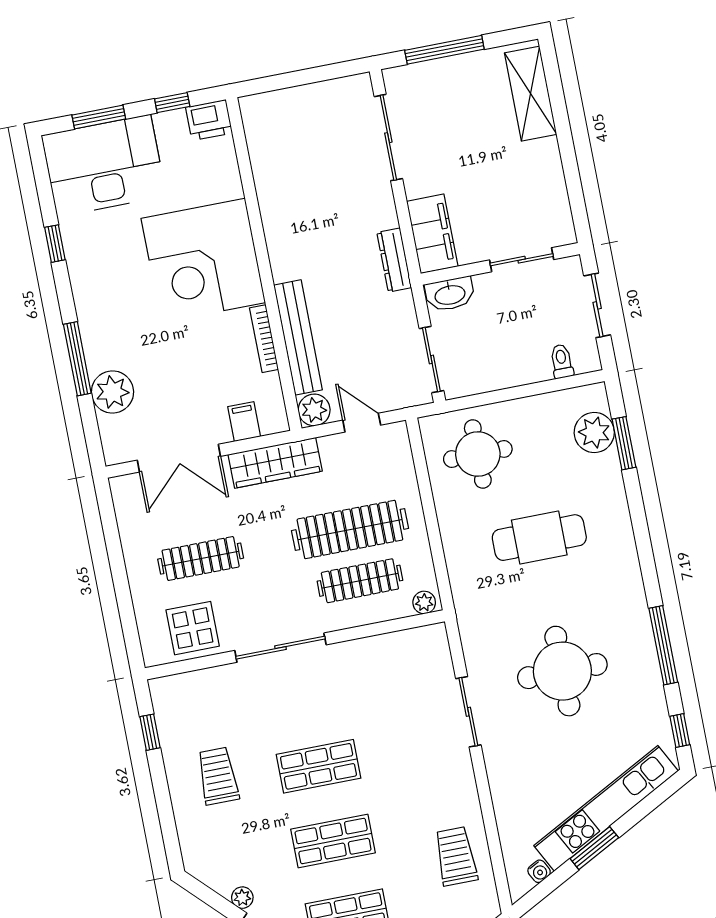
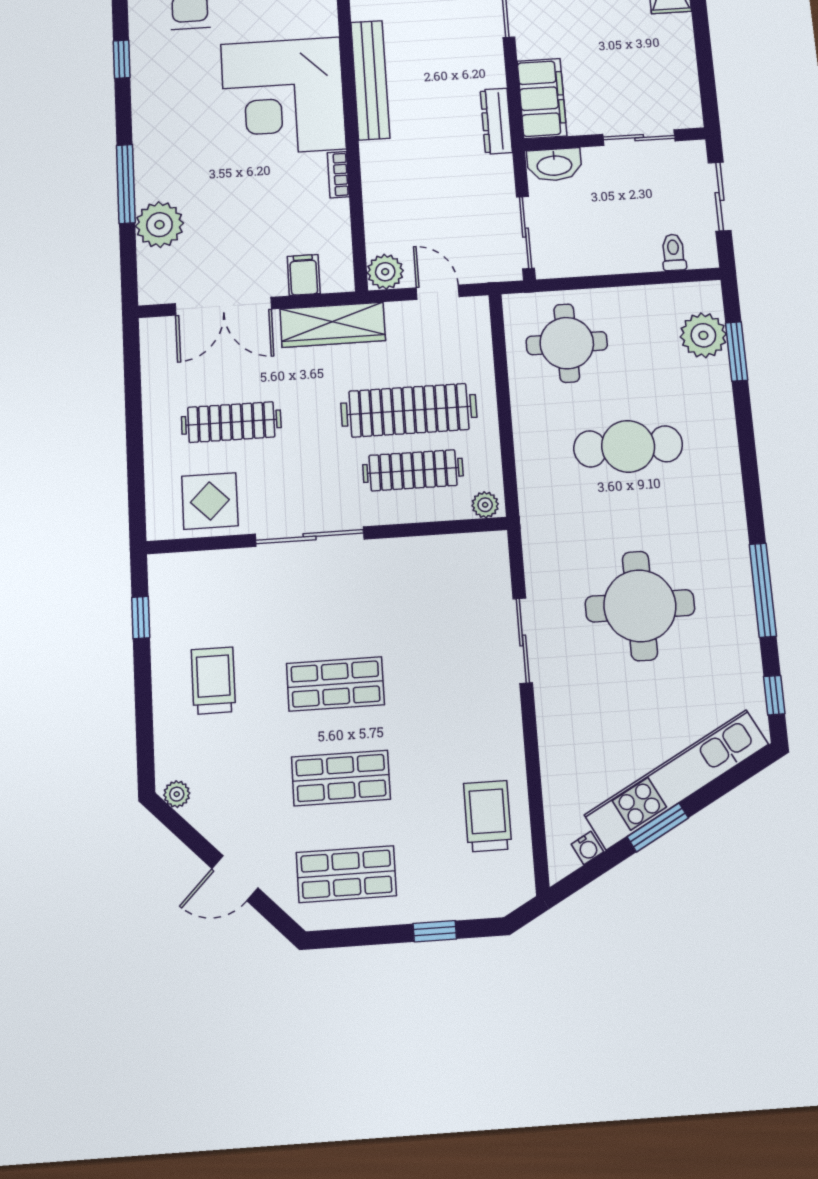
bench: (298, 337) -> (370, 80), moved
bookcase: (264, 339) -> (338, 175), width x0.64
plant: (242, 898) -> (177, 794), moved

